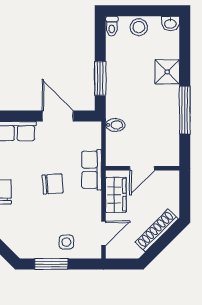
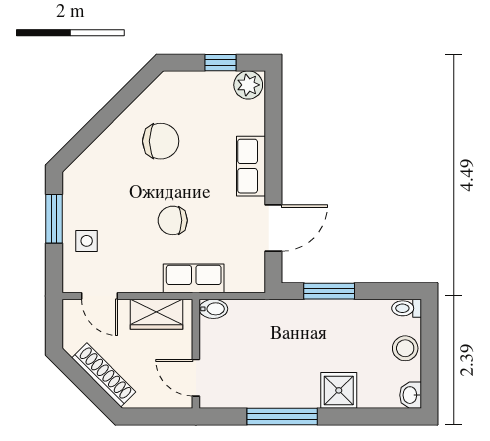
bidet: (115, 125) -> (213, 309), moved, turned -90
door: (142, 168) -> (196, 378), moved
chair: (53, 184) -> (173, 220), turned 94

